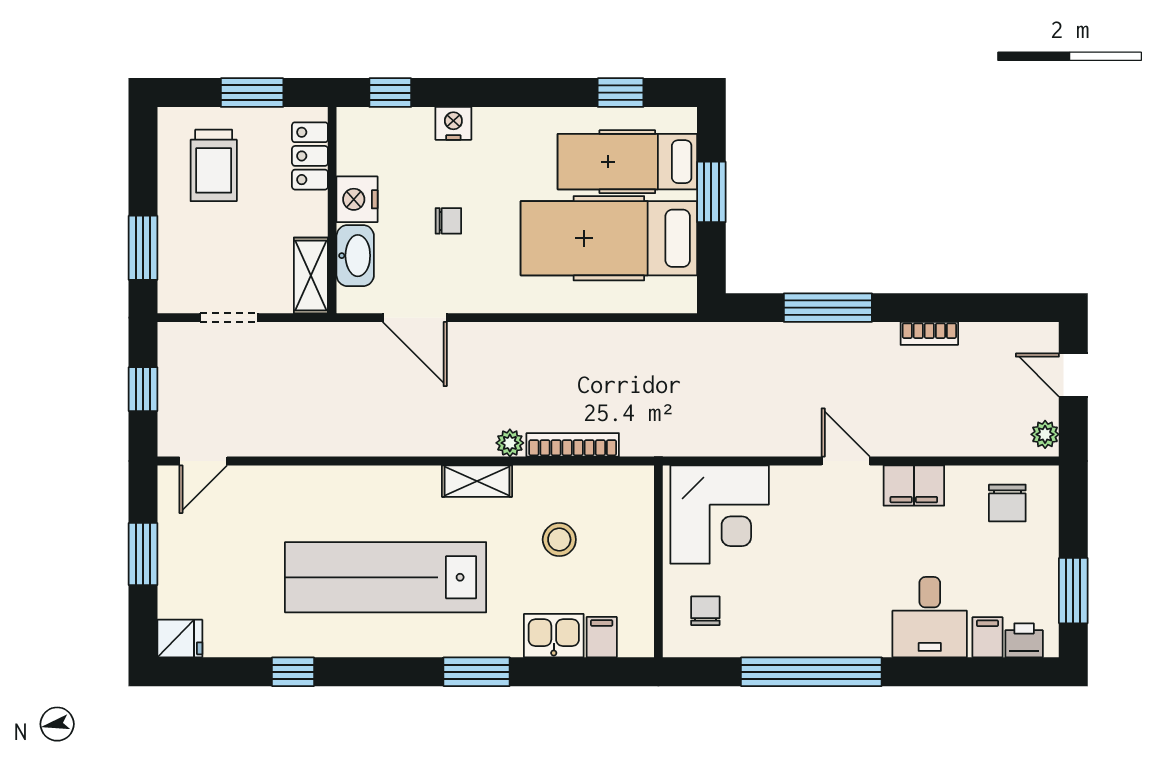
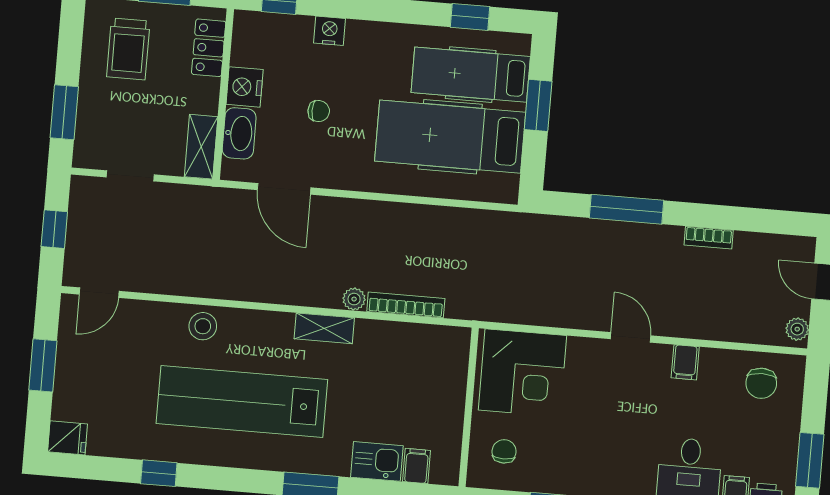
filing cabinet: (914, 485) -> (685, 362), width x0.50
stool: (559, 540) -> (203, 326), moved

